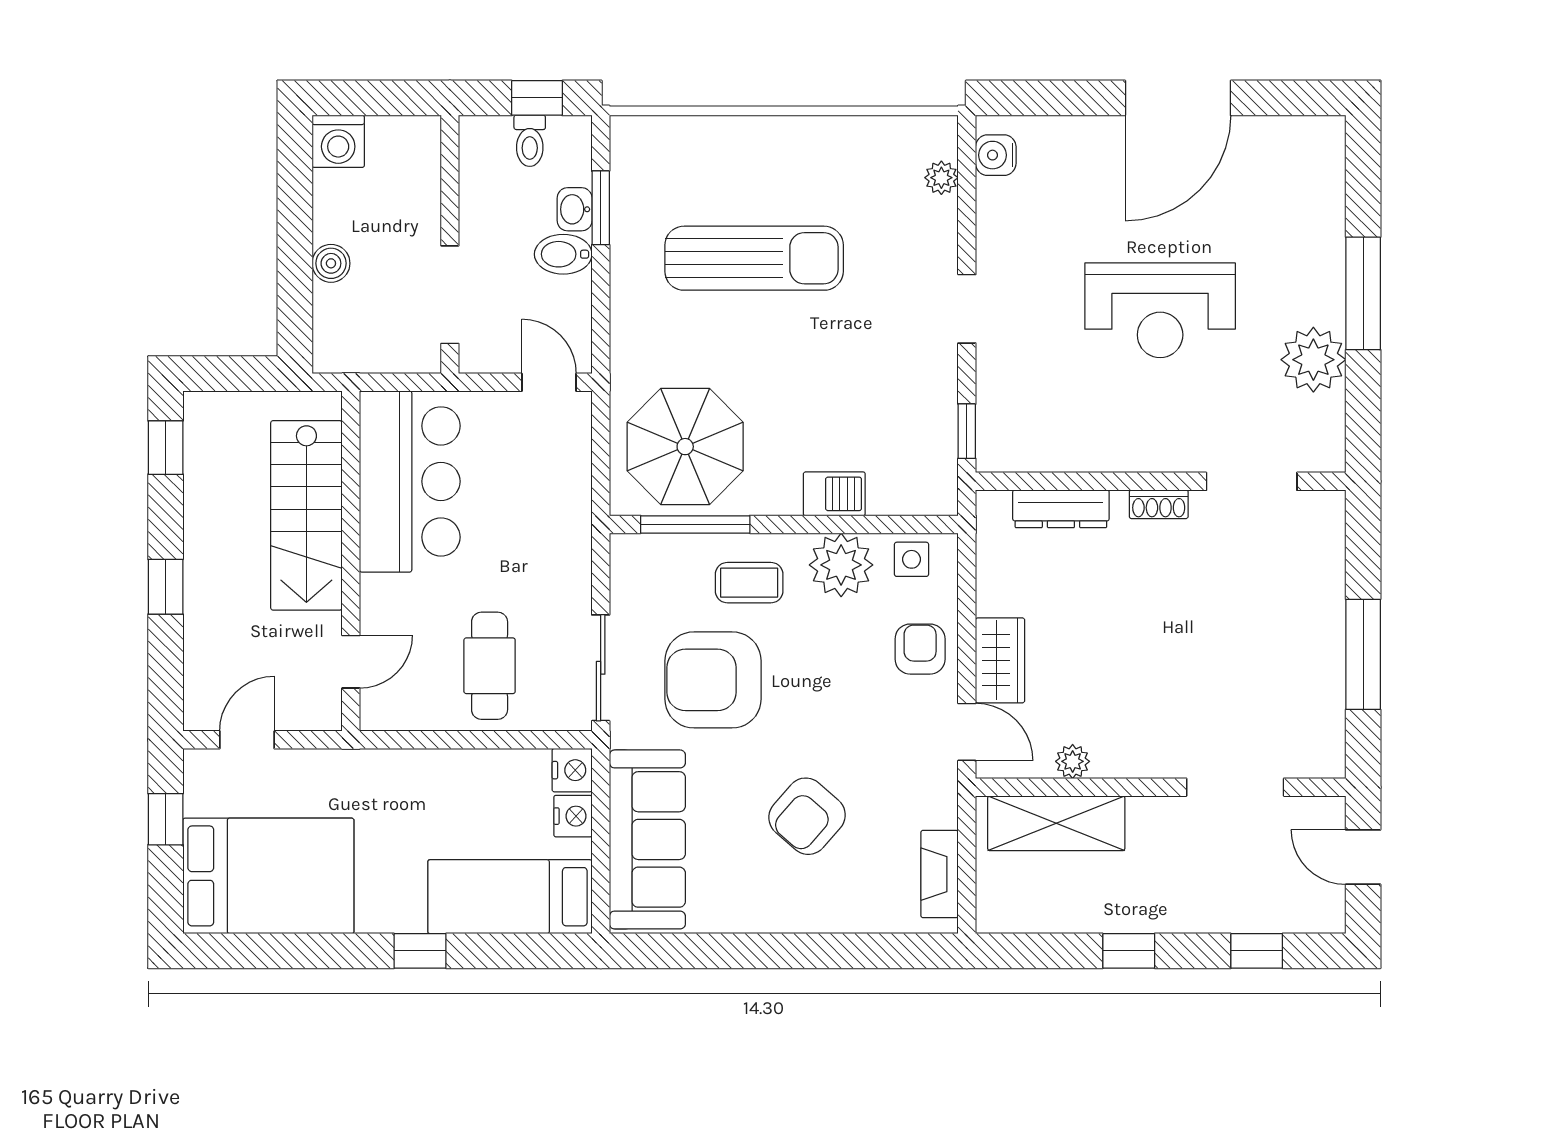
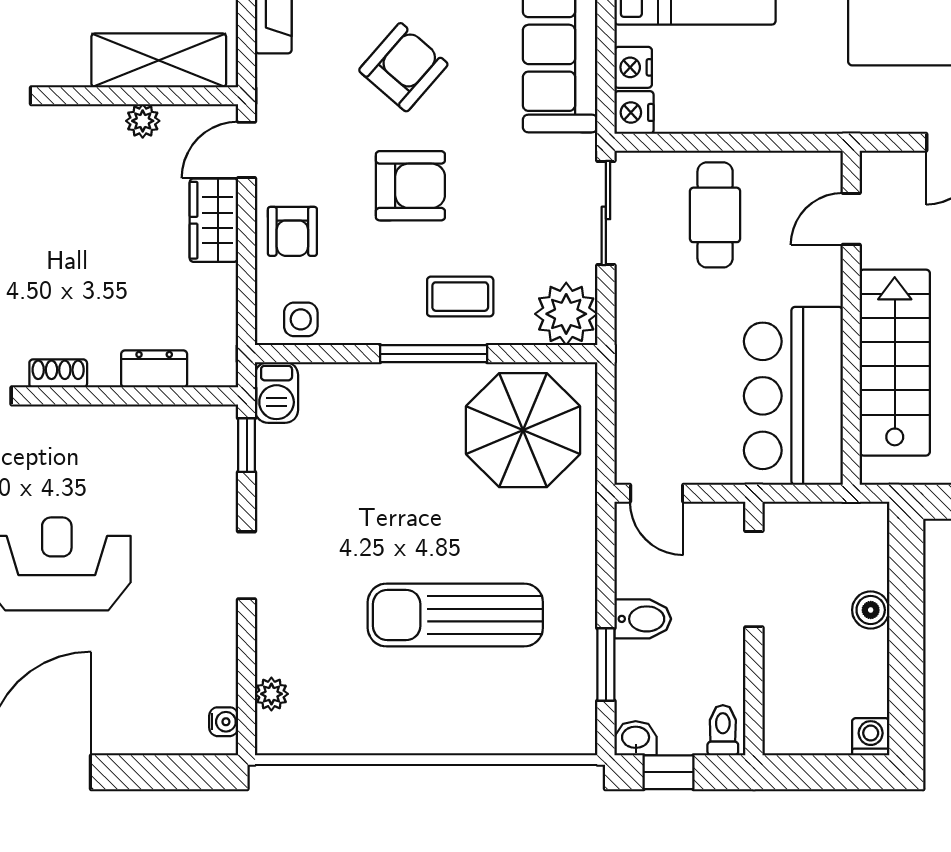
washing machine: (338, 141) -> (871, 737), width x0.73, depth x0.73
toilet: (530, 141) -> (723, 730), moved
water cooler: (996, 155) -> (224, 722), width x0.72, depth x0.72
washbasin: (575, 209) -> (636, 738), moved, turned -90
barbecue: (834, 494) -> (277, 392), moved, turned -90
dresser: (1061, 509) -> (154, 369), width x0.70
window: (695, 524) -> (434, 354), moved
plant: (841, 565) -> (566, 314), moved
armchair: (713, 680) -> (410, 186), moved, width x0.73, depth x0.73
door: (967, 732) -> (247, 150), hinge flipped

